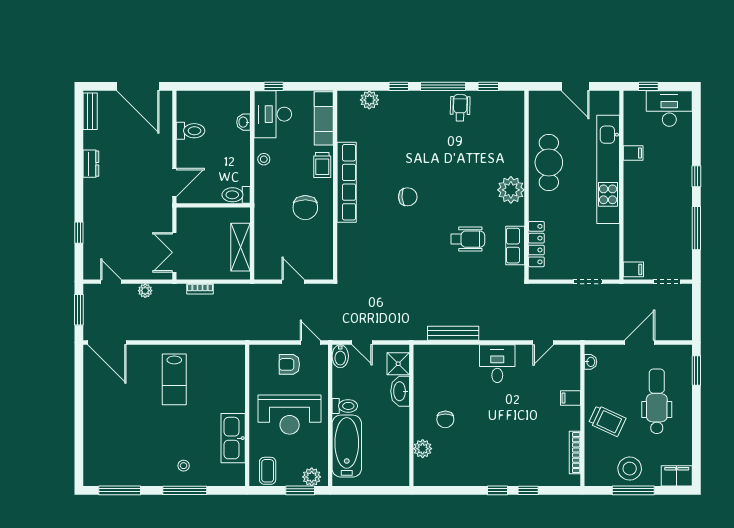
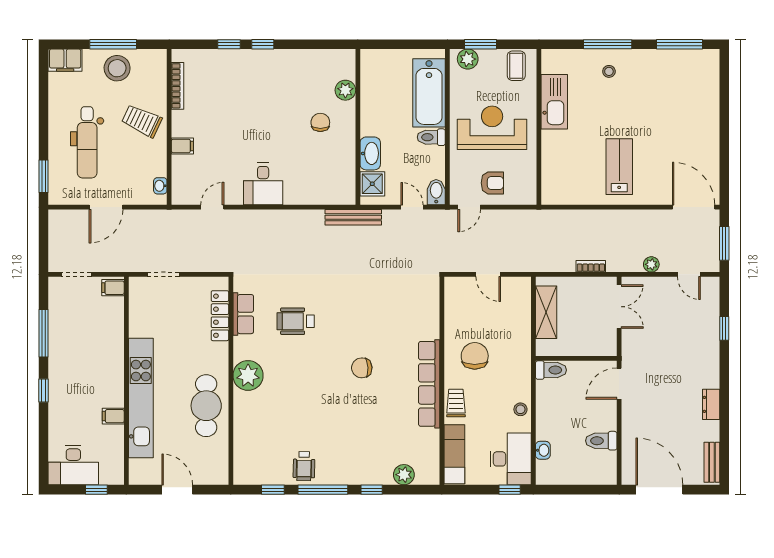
bench: (453, 333) -> (353, 217), moved
door: (310, 343) -> (469, 207), hinge flipped

